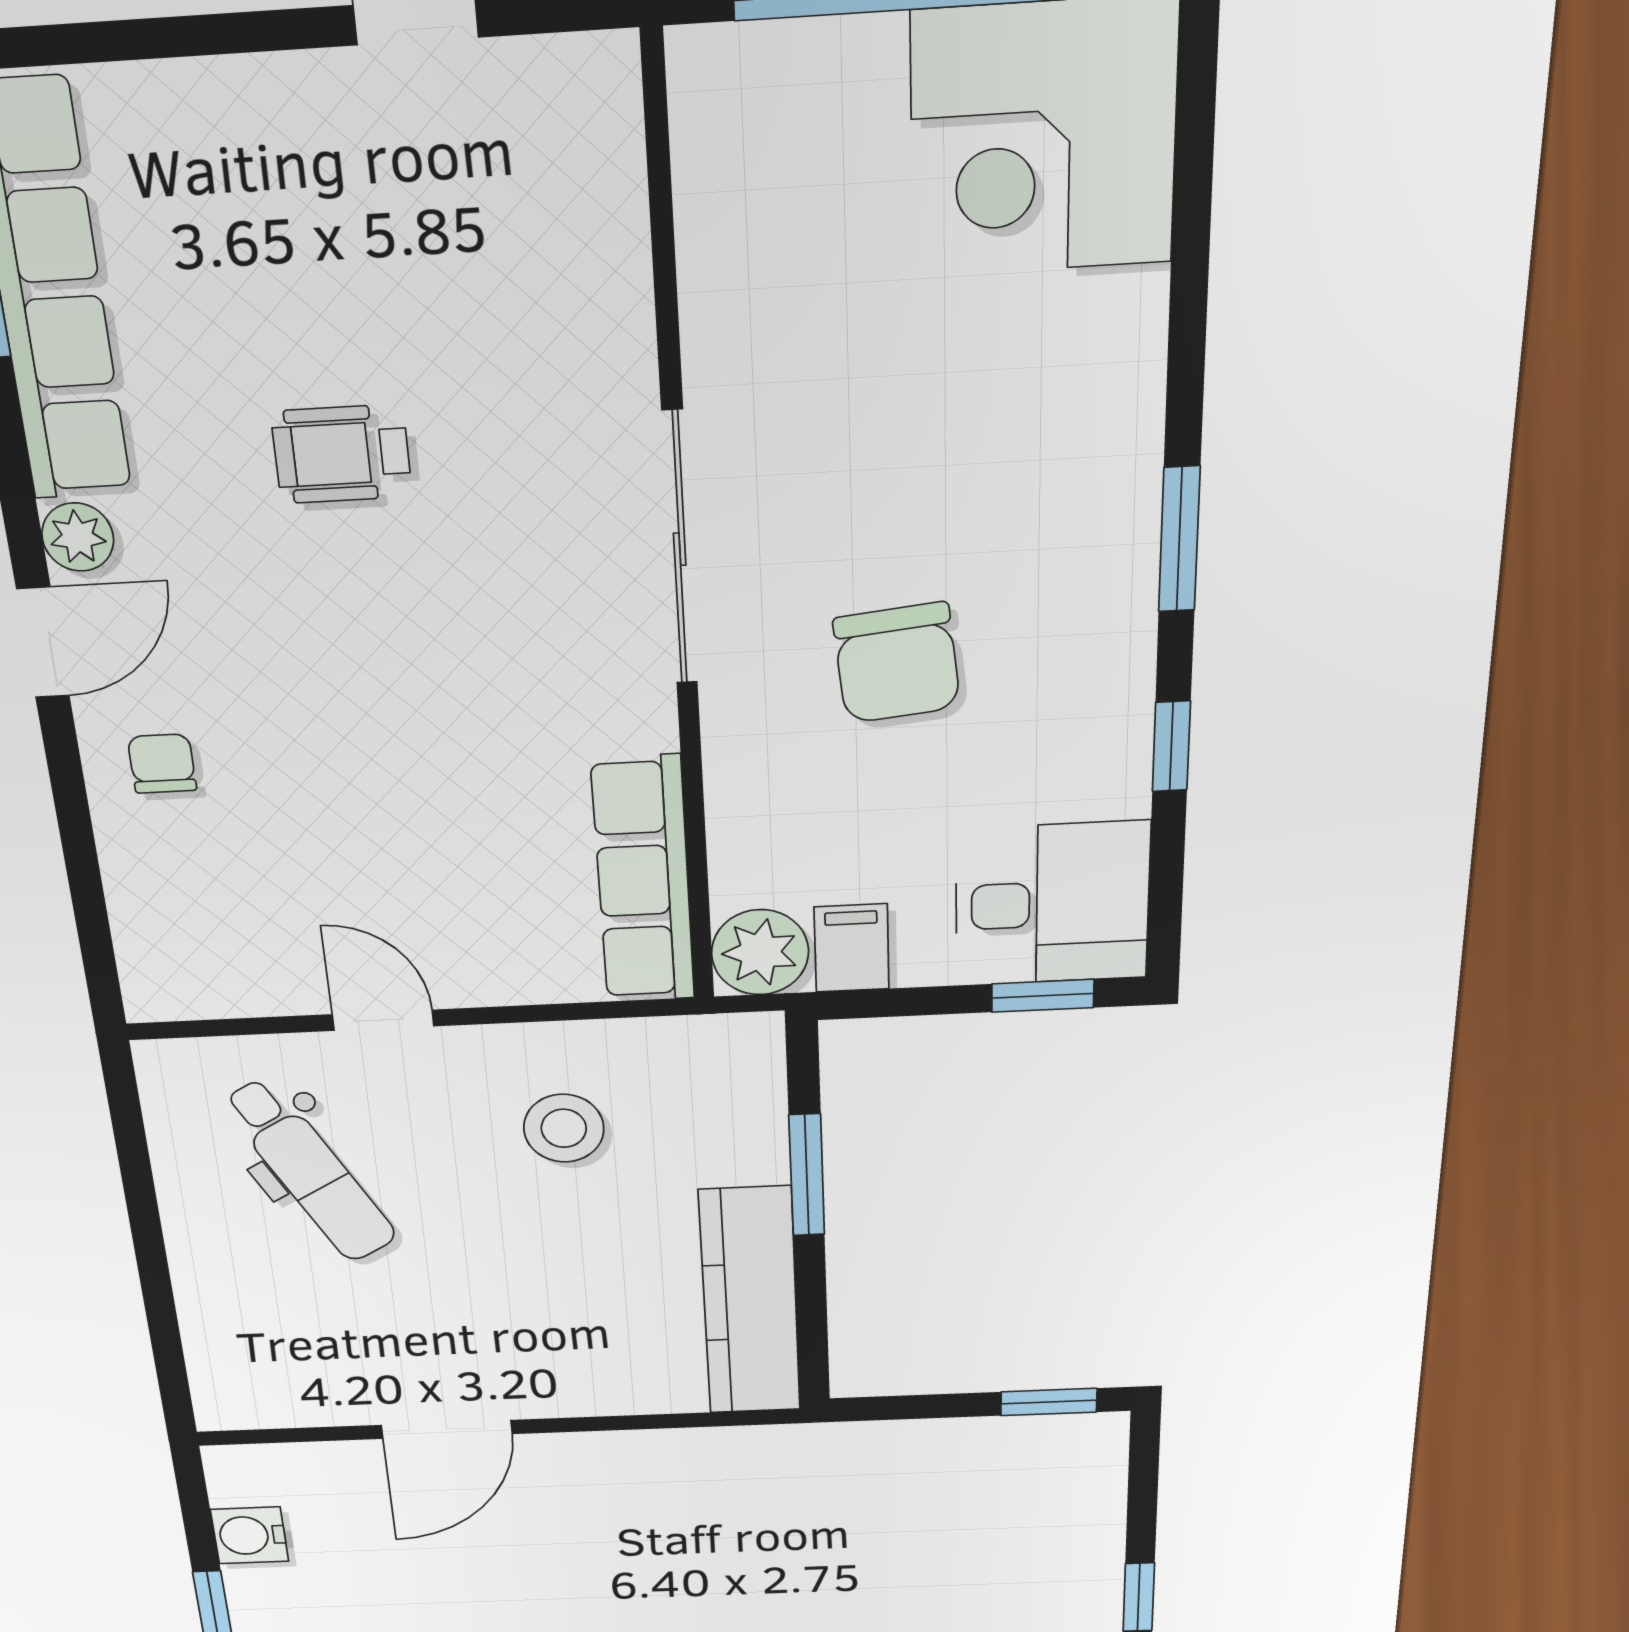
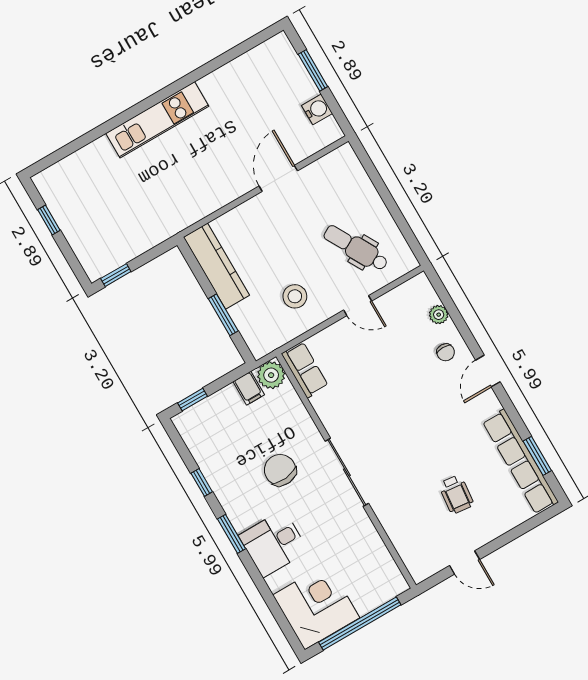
wheelchair: (342, 454) -> (456, 494), moved, turned 96
plant: (78, 537) -> (439, 315), moved
row of seats: (643, 880) -> (305, 370), width x0.68
desk: (1052, 904) -> (274, 543), moved

